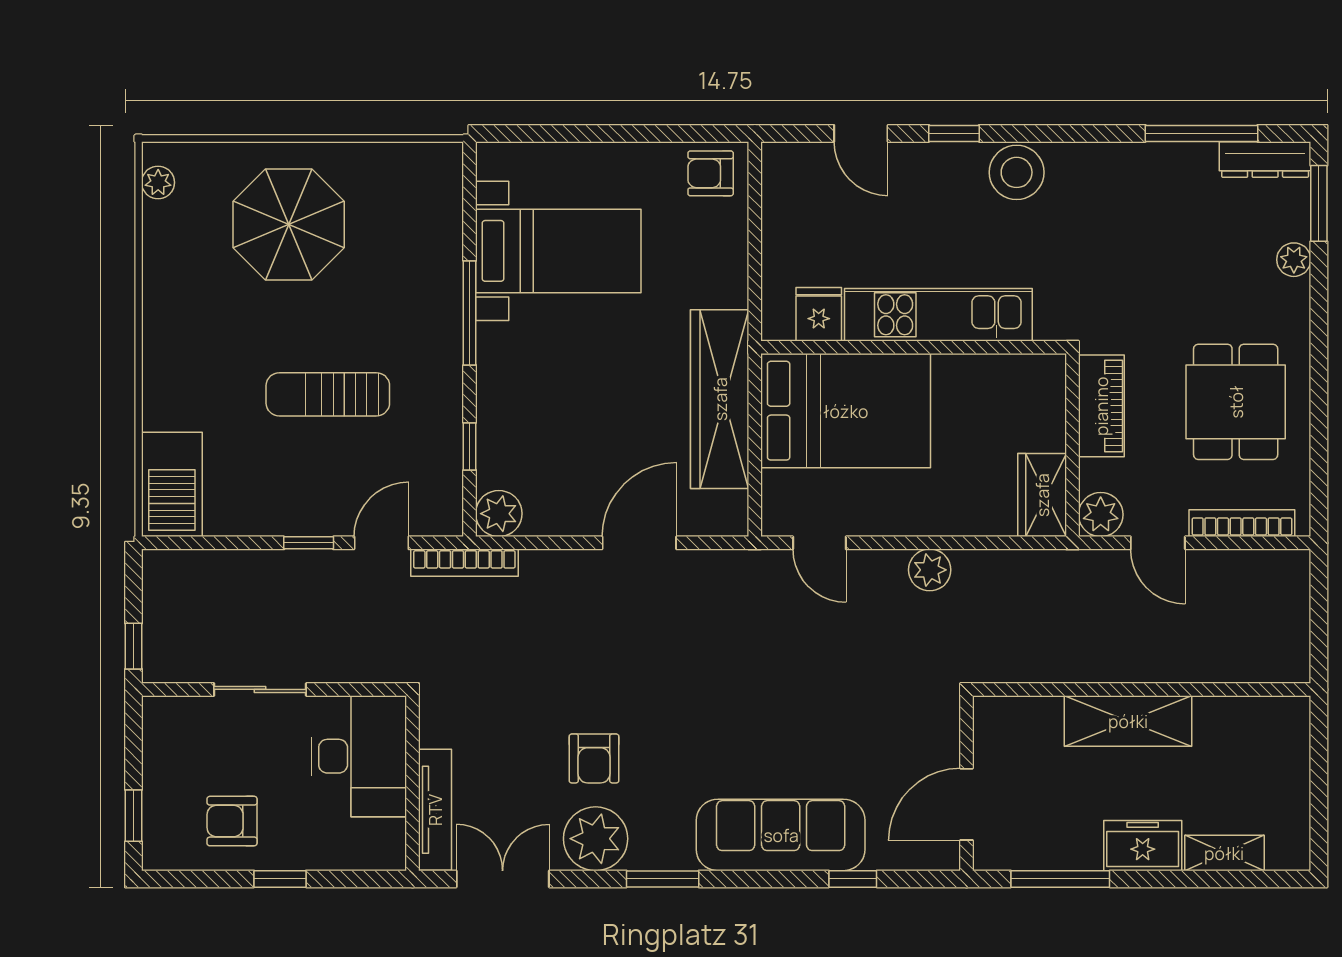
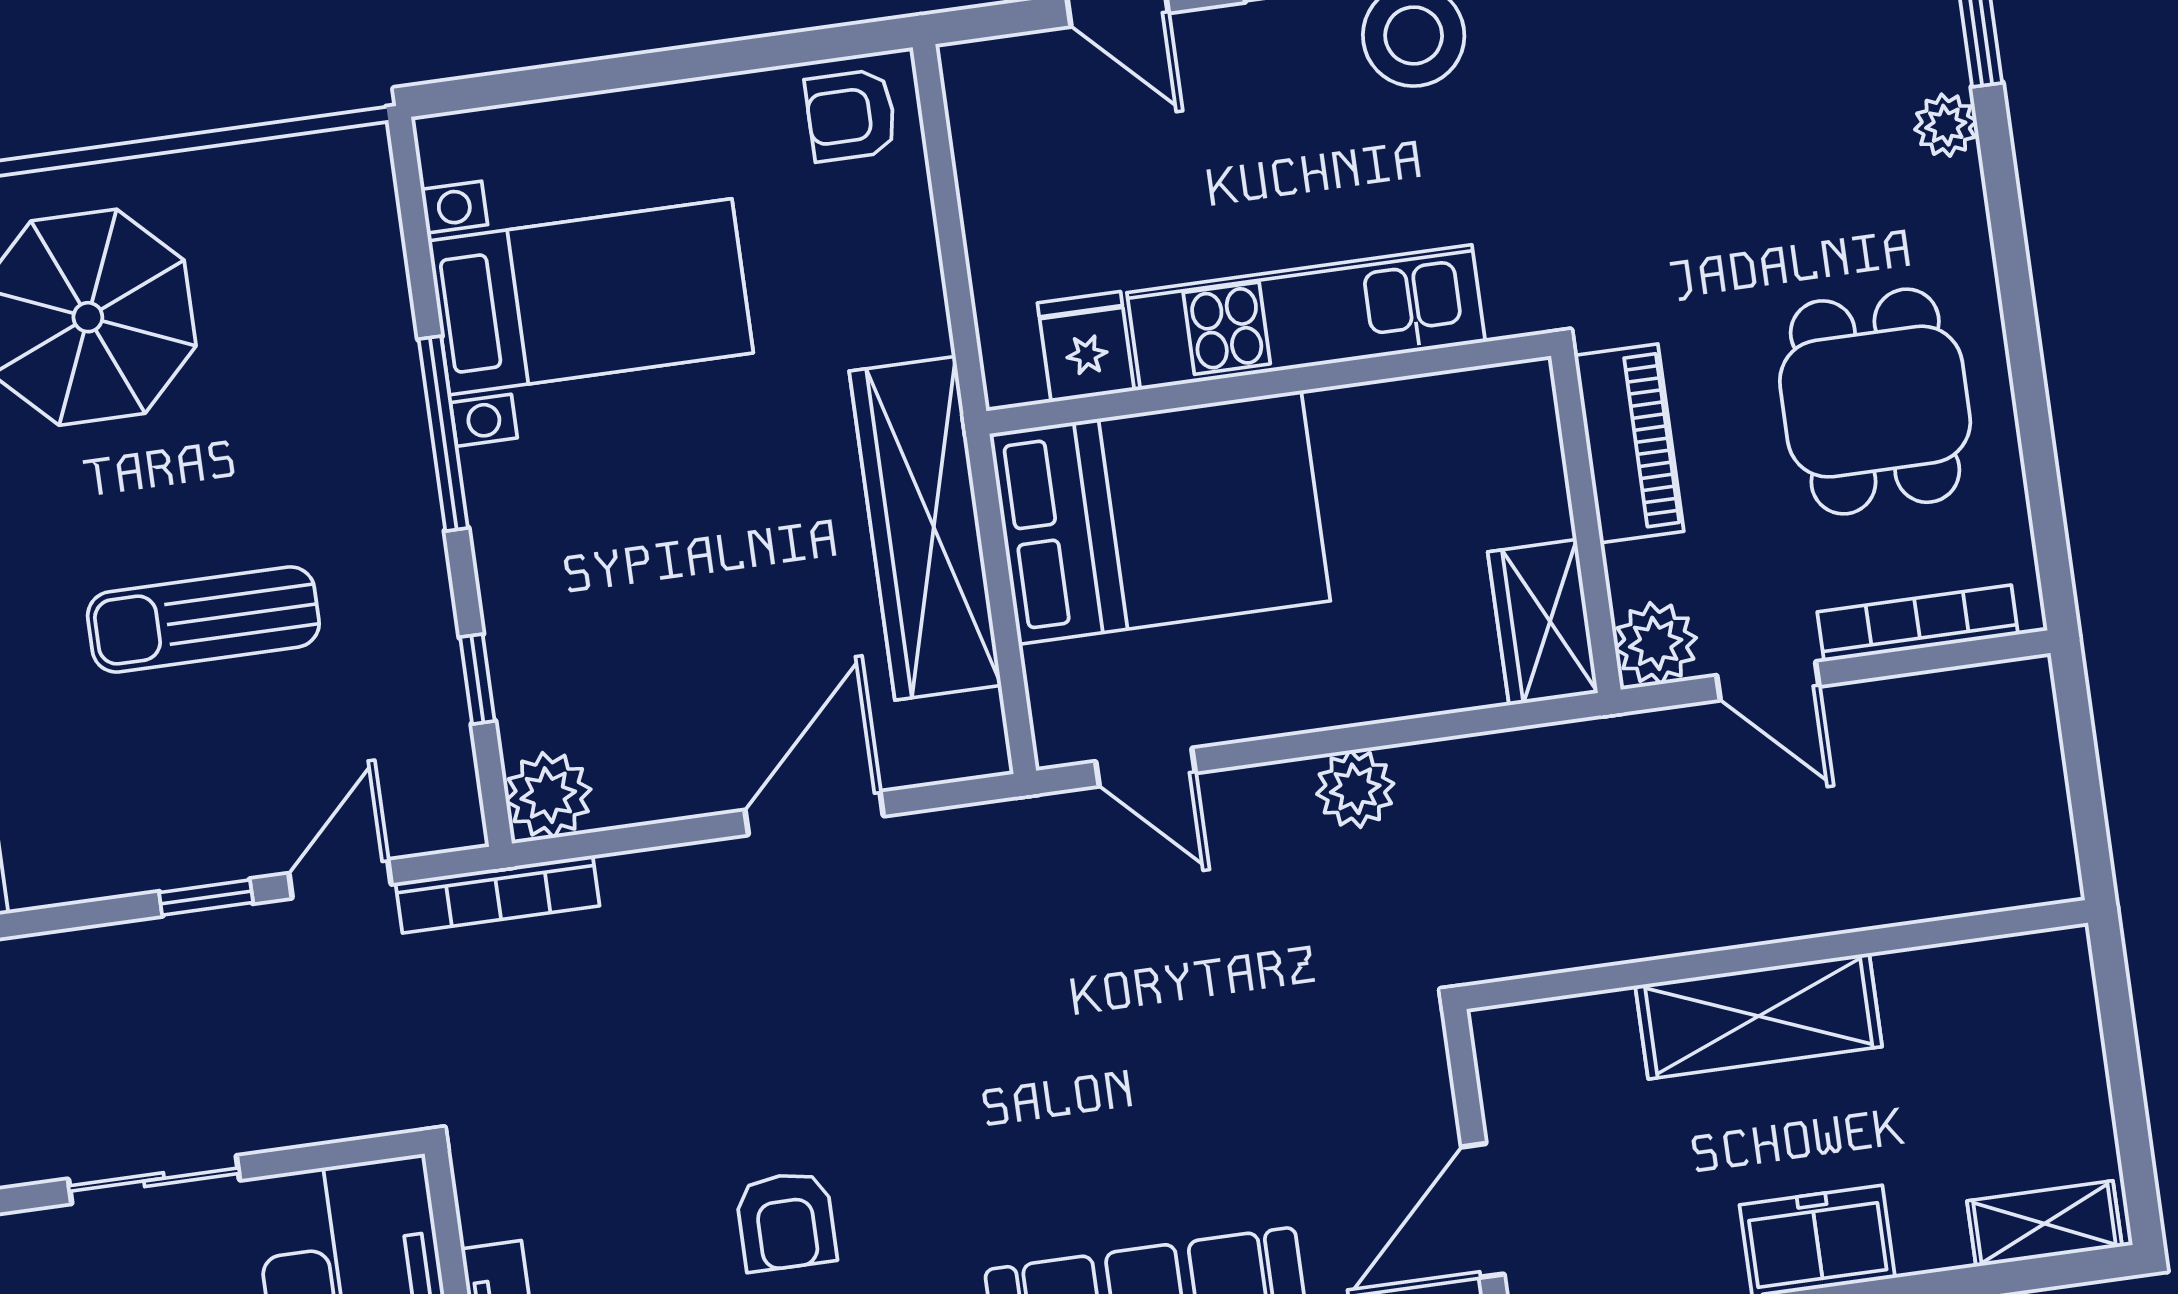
shelving: (1224, 853) -> (2044, 1224), moved

